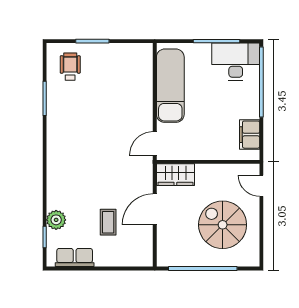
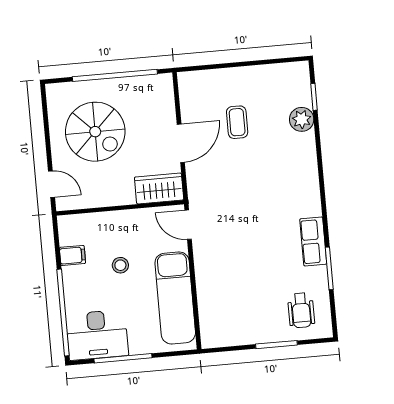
stool: (212, 116) -> (120, 265), added
filing cabinet: (250, 135) -> (72, 255), width x0.50
door: (155, 143) -> (188, 225), swing flipped
row of seats: (75, 258) -> (313, 241), moved, turned 90

